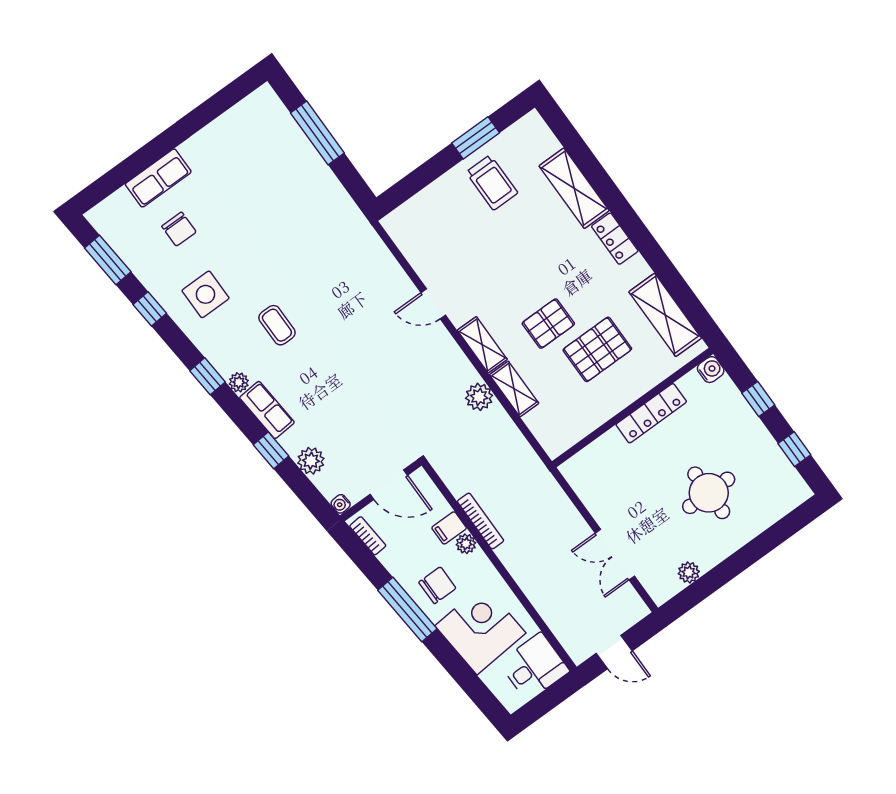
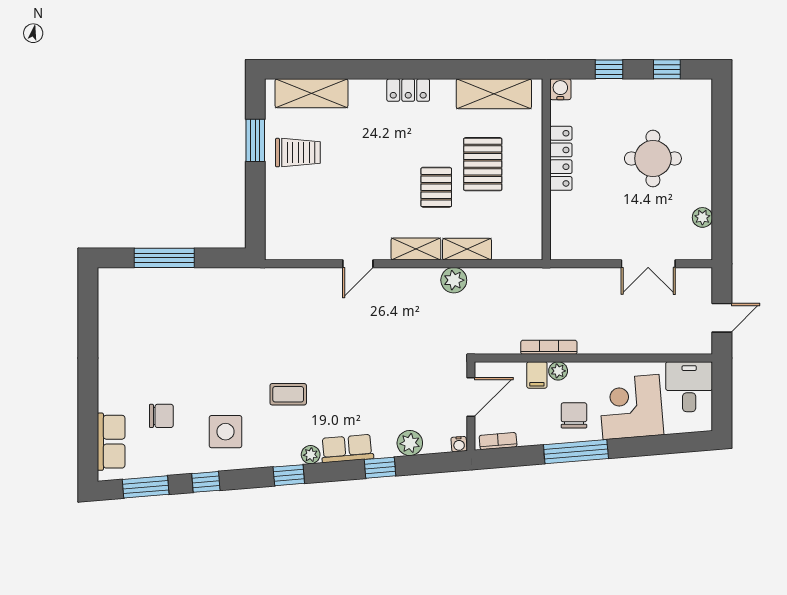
row of seats: (158, 178) -> (111, 442), moved
shelving: (574, 188) -> (312, 93), moved

